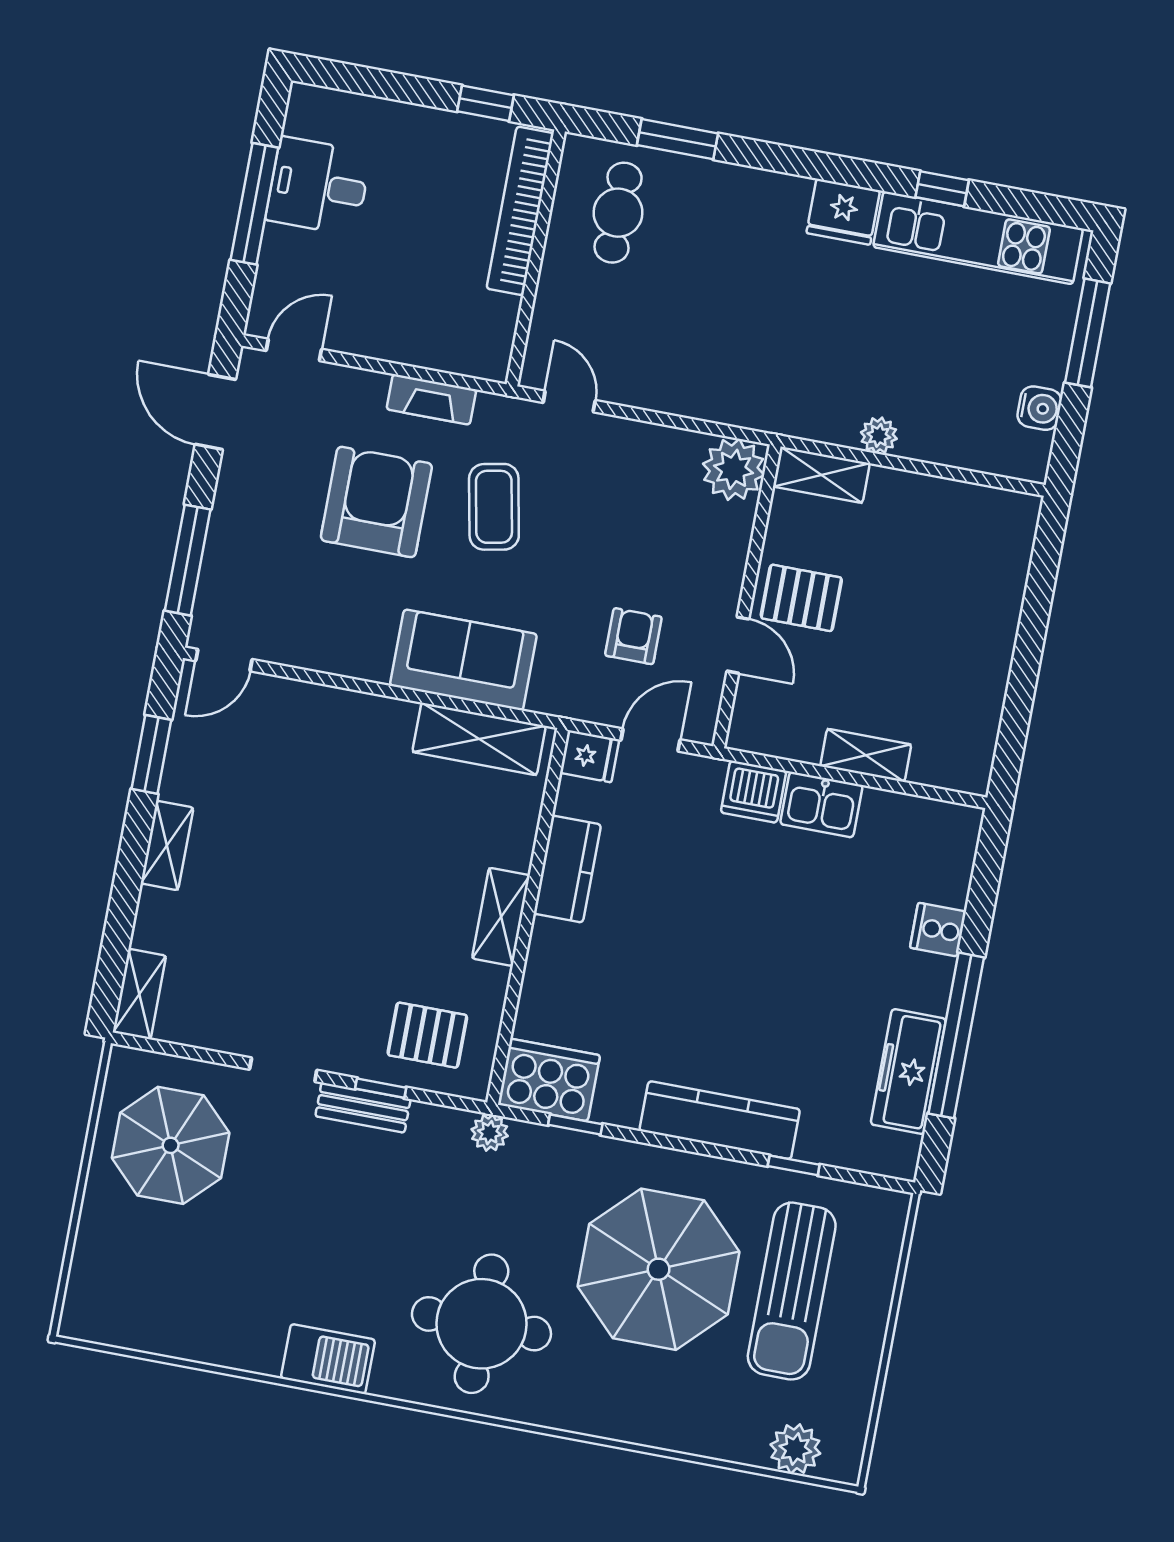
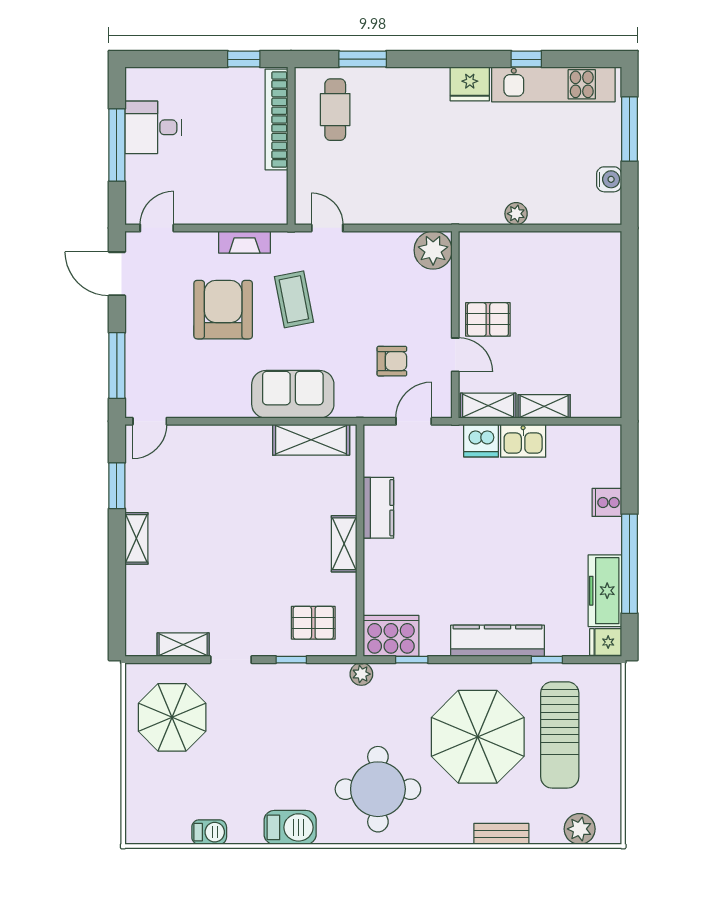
shelving: (821, 475) -> (488, 406), moved
armchair: (633, 636) -> (392, 361), turned 90
fridge: (590, 756) -> (606, 642), moved, turned 180
shelving: (139, 994) -> (183, 645), moved, turned 90
bench: (363, 1108) -> (501, 834), moved
barbecue: (196, 1342) -> (209, 832), added

